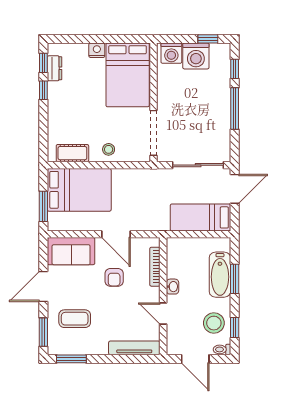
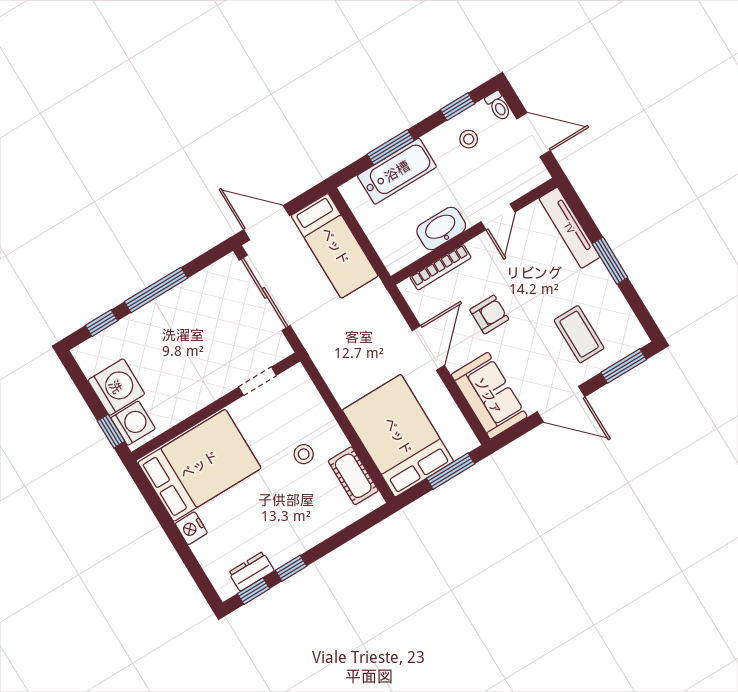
window: (208, 39) -> (111, 431), moved
doorway: (153, 133) -> (258, 381), width x0.53
stool: (109, 149) -> (304, 454), moved
washbasin: (173, 287) -> (441, 228), width x1.91, depth x1.45
stool: (214, 323) -> (469, 139), width x0.53, depth x0.53
window: (71, 359) -> (610, 261), moved
door: (195, 359) -> (533, 135), hinge flipped

